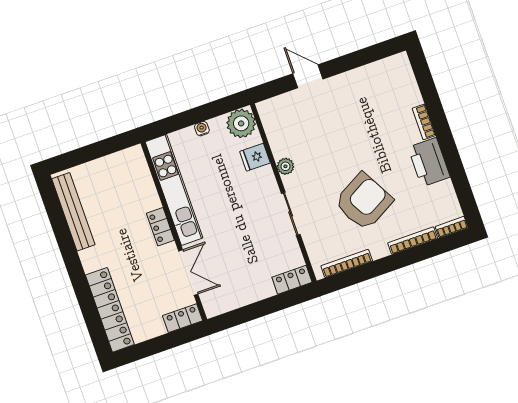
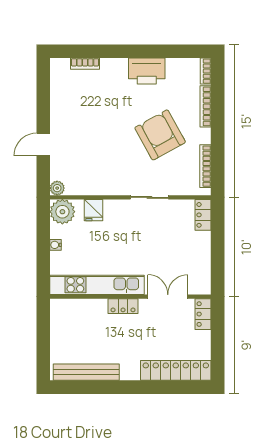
bookcase: (424, 122) -> (85, 64), moved
plant: (285, 166) -> (57, 188), moved

